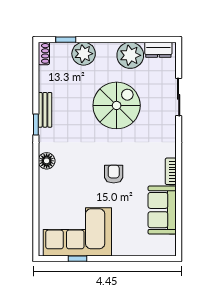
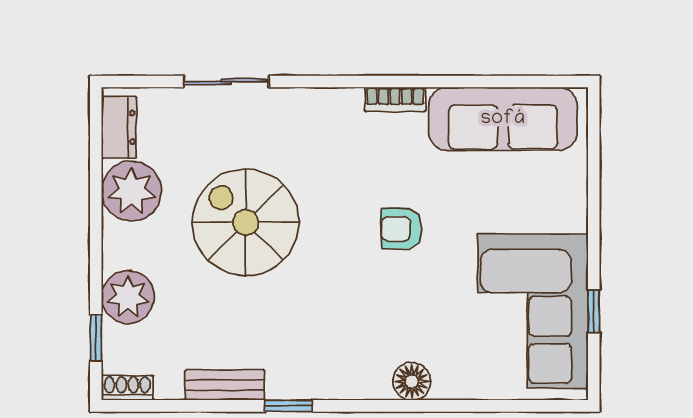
bench: (45, 110) -> (225, 385), moved
floor lamp: (47, 161) -> (412, 381), moved
sofa: (162, 210) -> (503, 119), width x1.36

